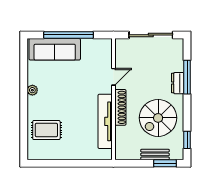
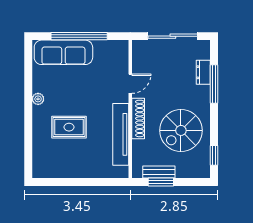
dresser: (178, 83) -> (203, 72), moved
rug: (46, 130) -> (69, 127), moved
bench: (155, 154) -> (159, 172), moved
window: (165, 163) -> (161, 182), moved

